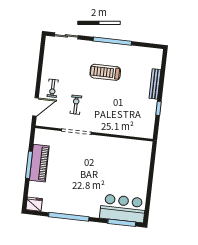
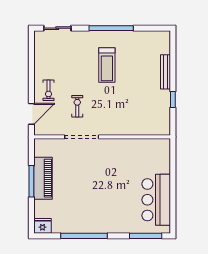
treadmill: (105, 72) -> (107, 65), turned -90
bar counter: (123, 208) -> (156, 200), moved, turned -90

